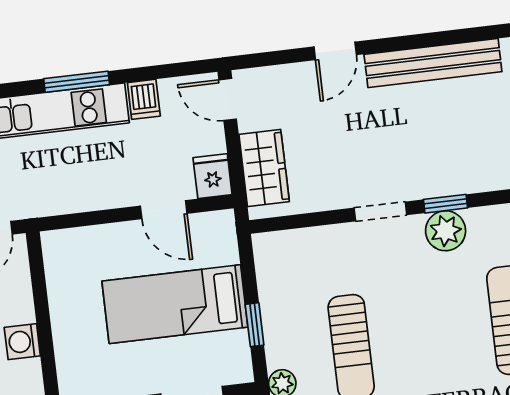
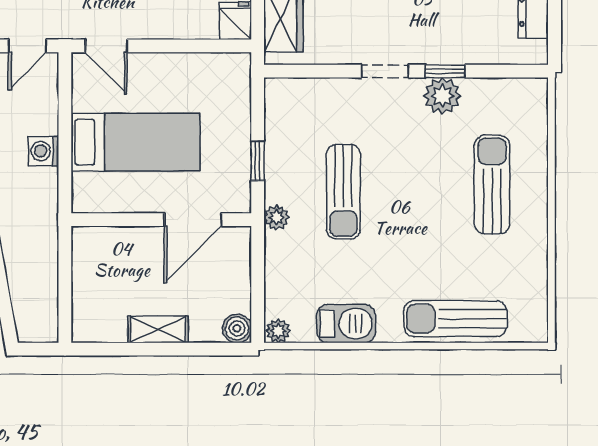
door: (164, 210) -> (106, 46), moved
bed: (175, 304) -> (135, 142), moved, turned 180

